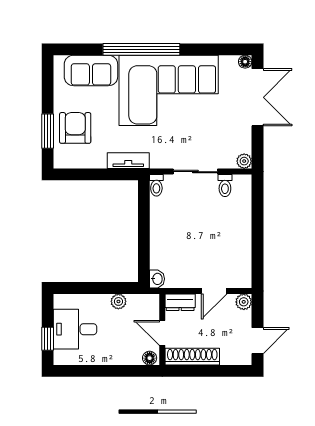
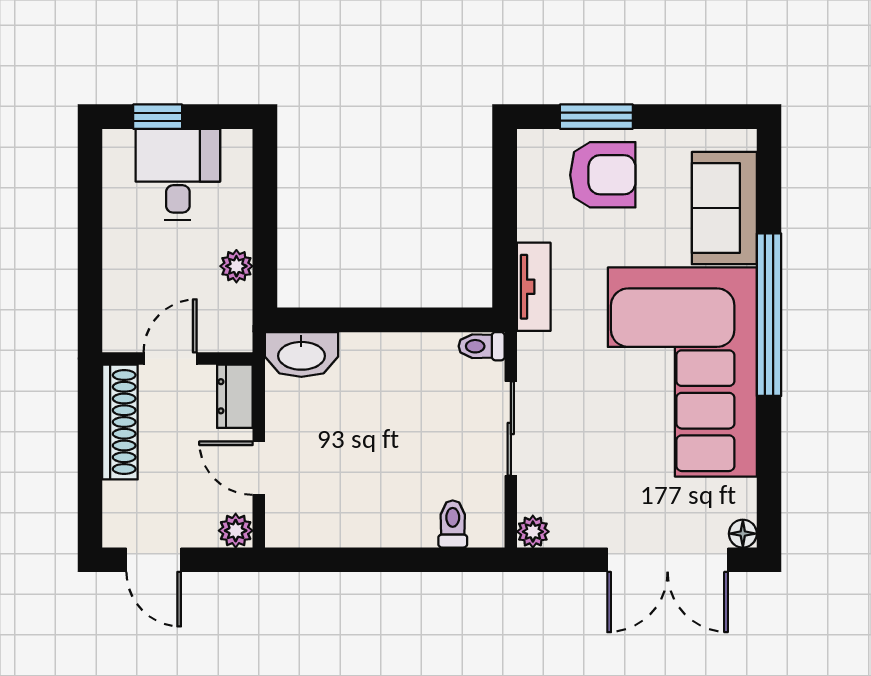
toilet: (225, 186) -> (453, 524), moved, turned 90
washbasin: (157, 279) -> (301, 354), width x1.91, depth x1.45
floor lamp: (150, 358) -> (117, 332), removed

